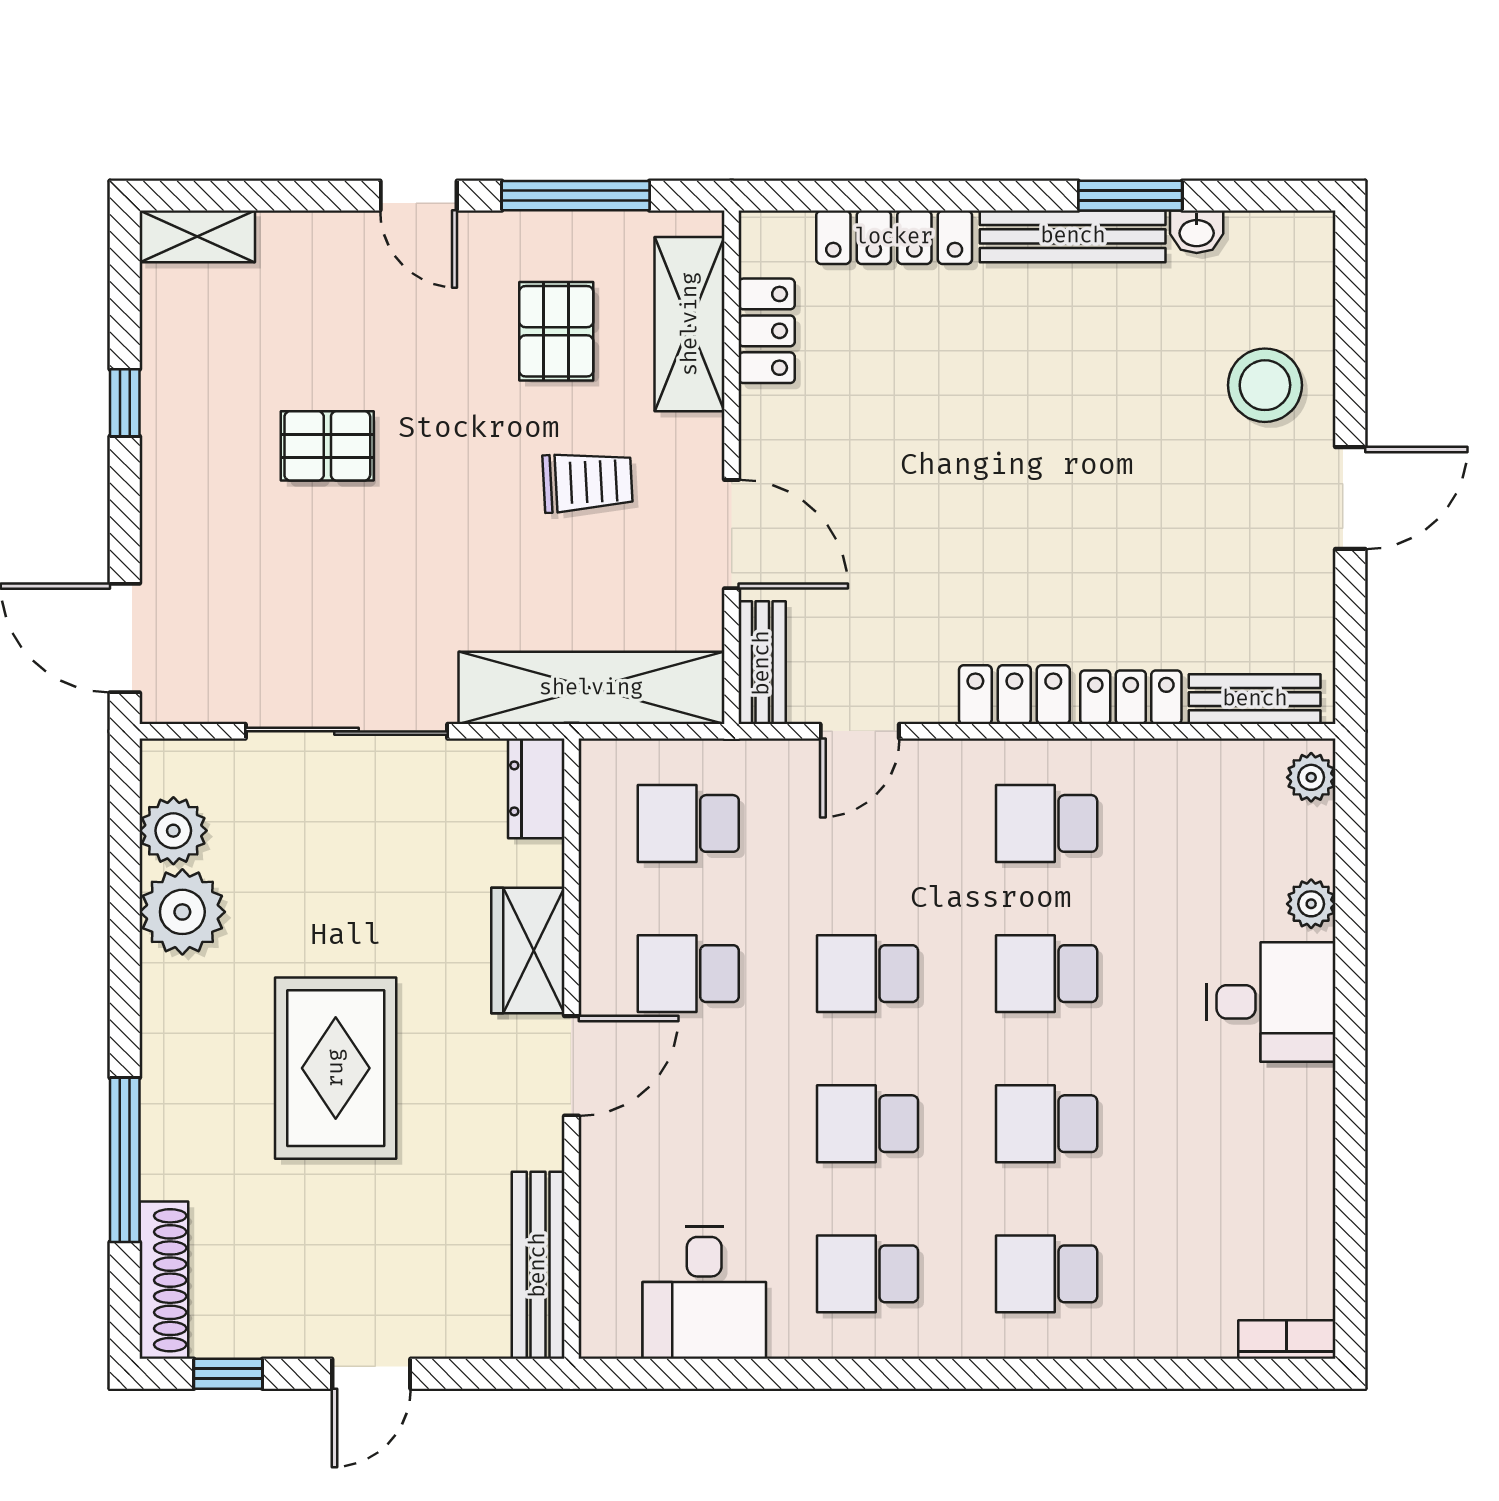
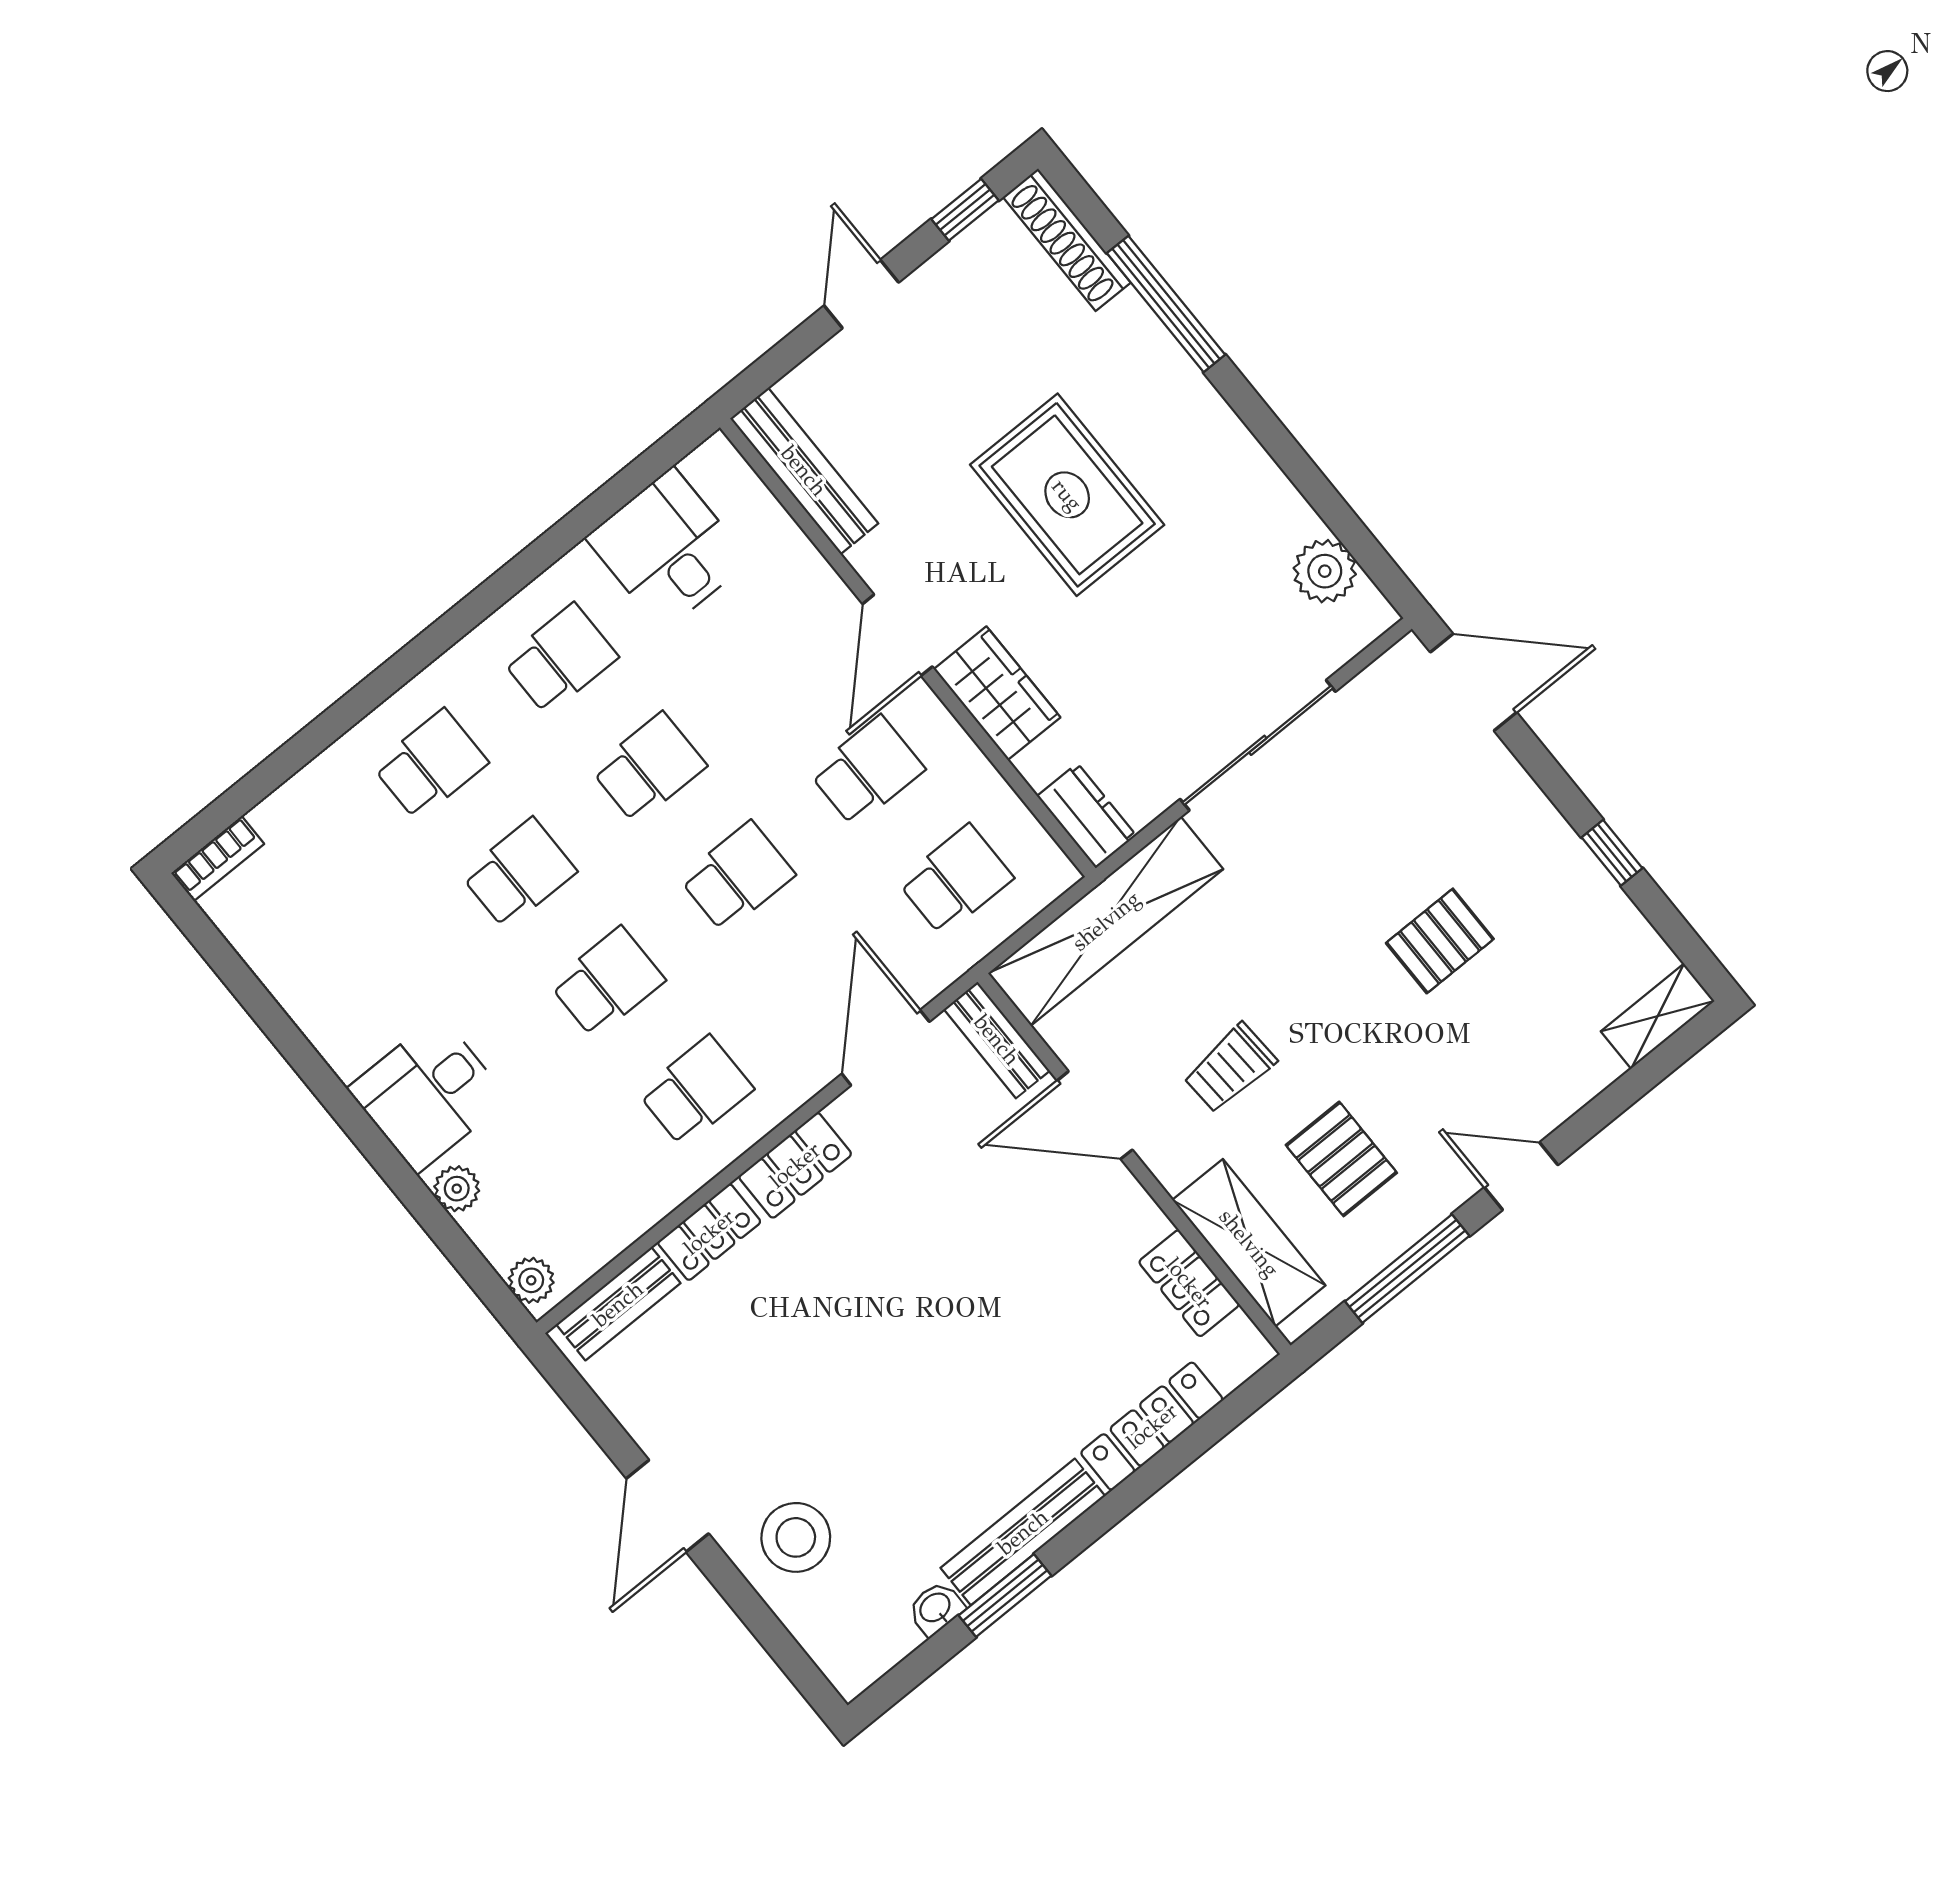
door: (860, 731) -> (886, 1048), width x1.38
plant: (182, 912) -> (1270, 518), removed

